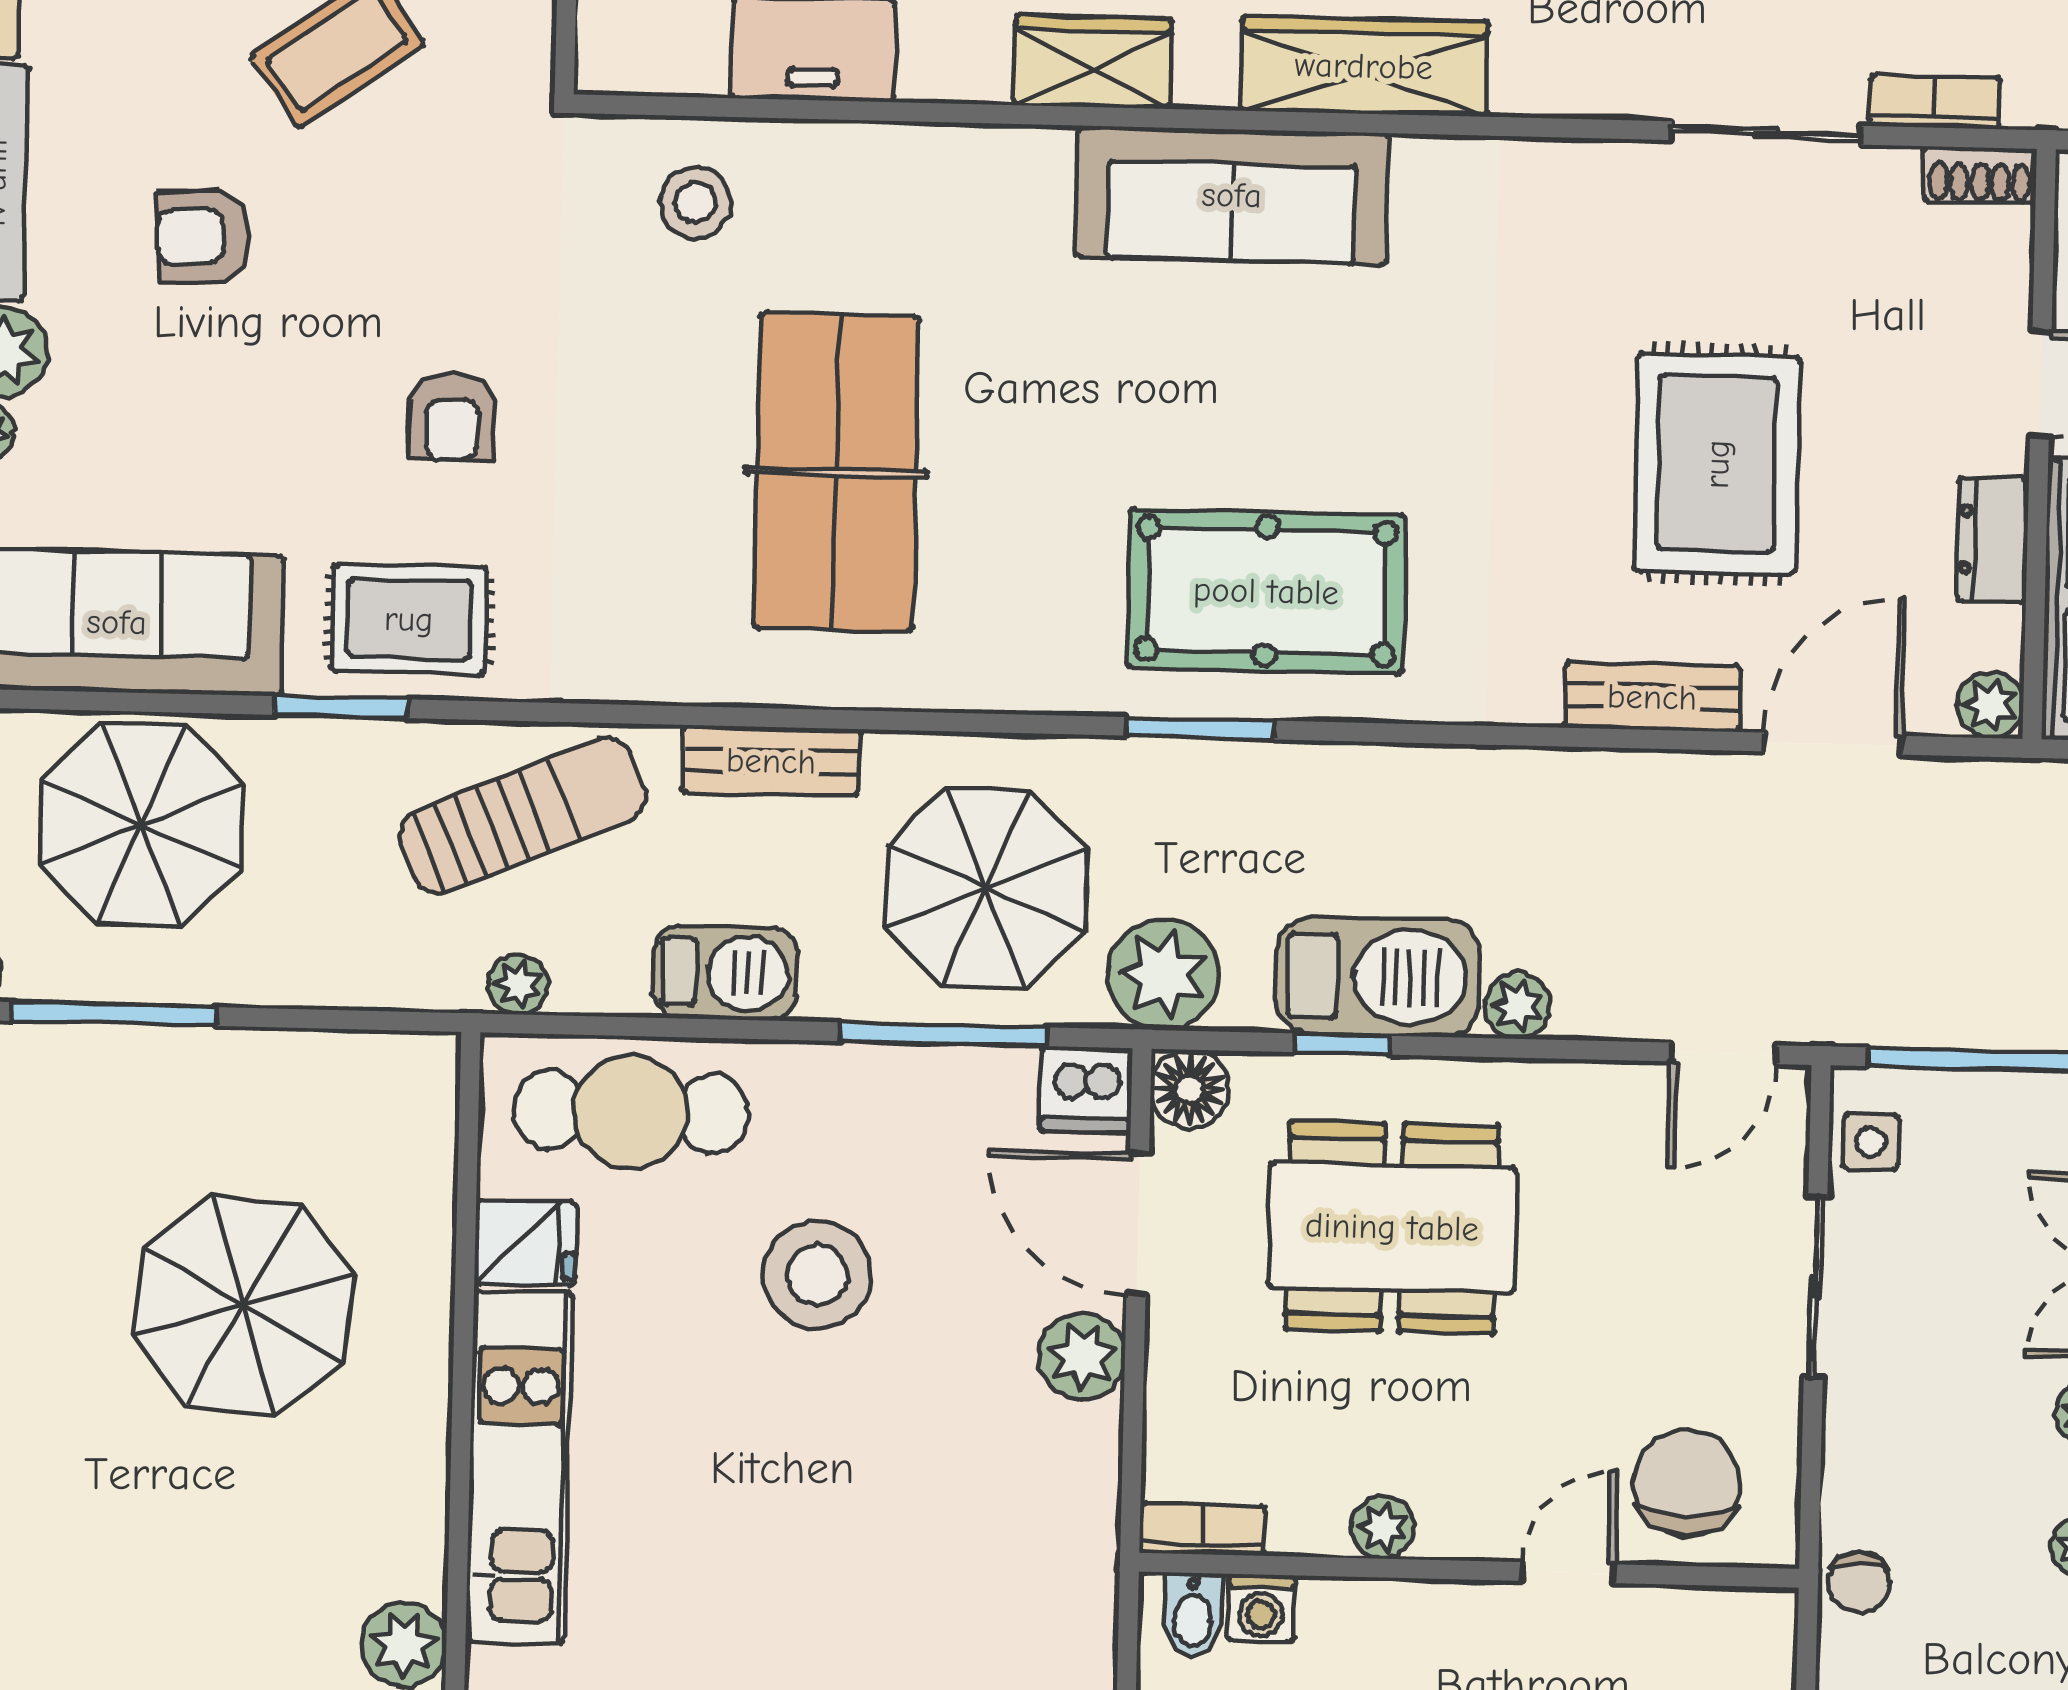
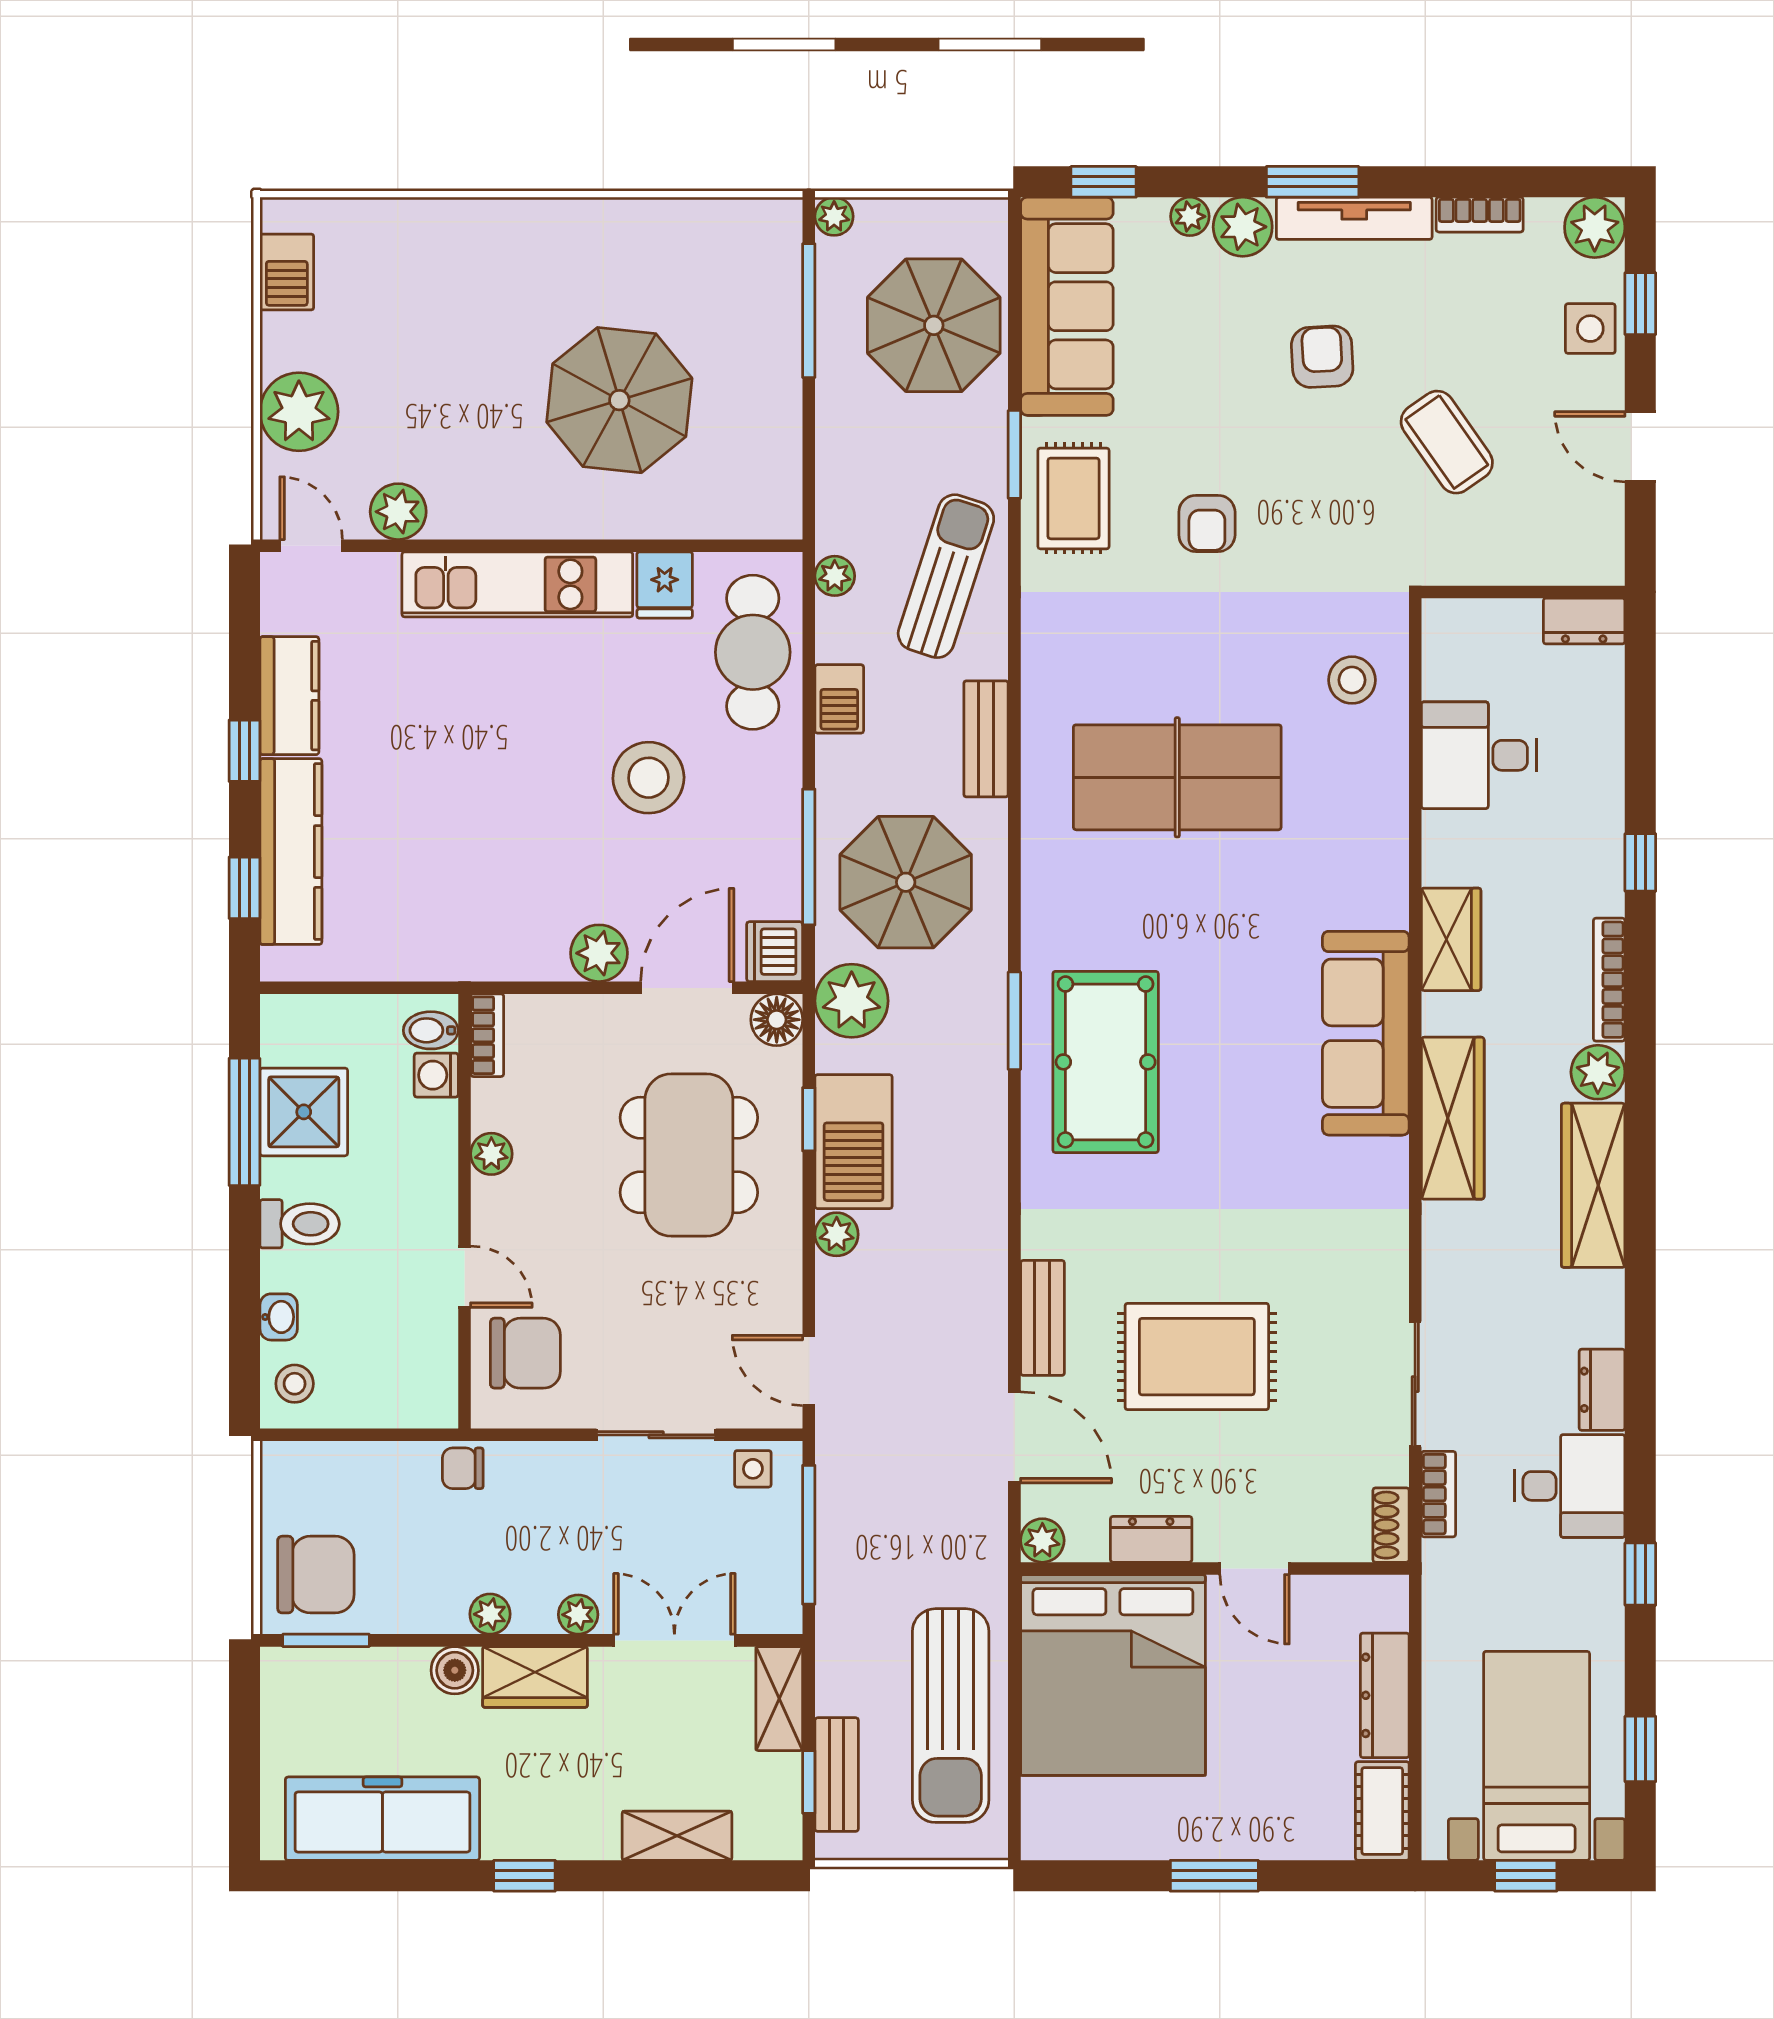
armchair: (452, 417) -> (1207, 523), turned -90
sun lounger: (523, 816) -> (946, 576), turned -139
barbecue: (725, 973) -> (839, 699), width x0.73, depth x0.79

